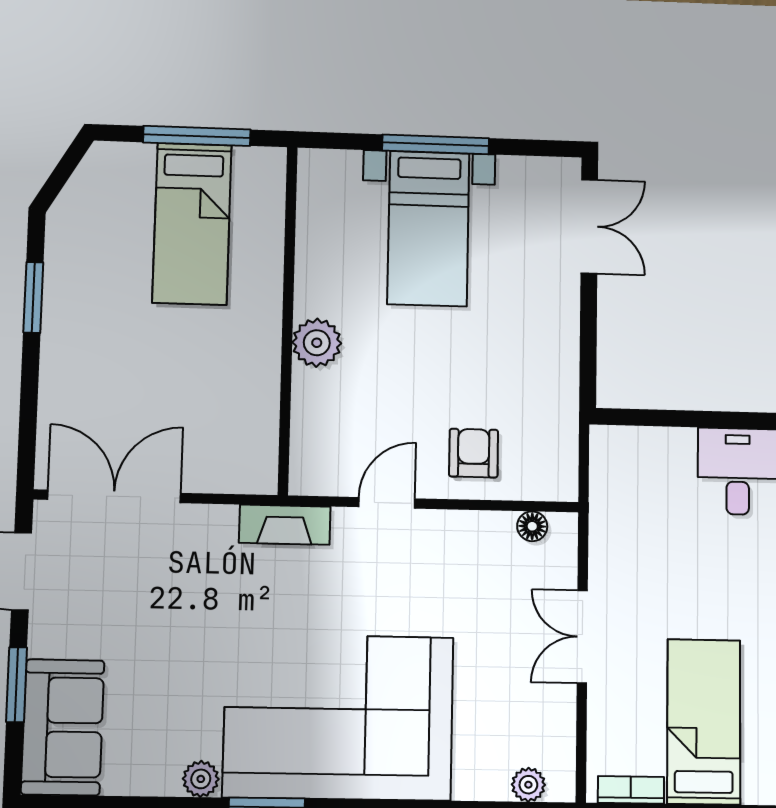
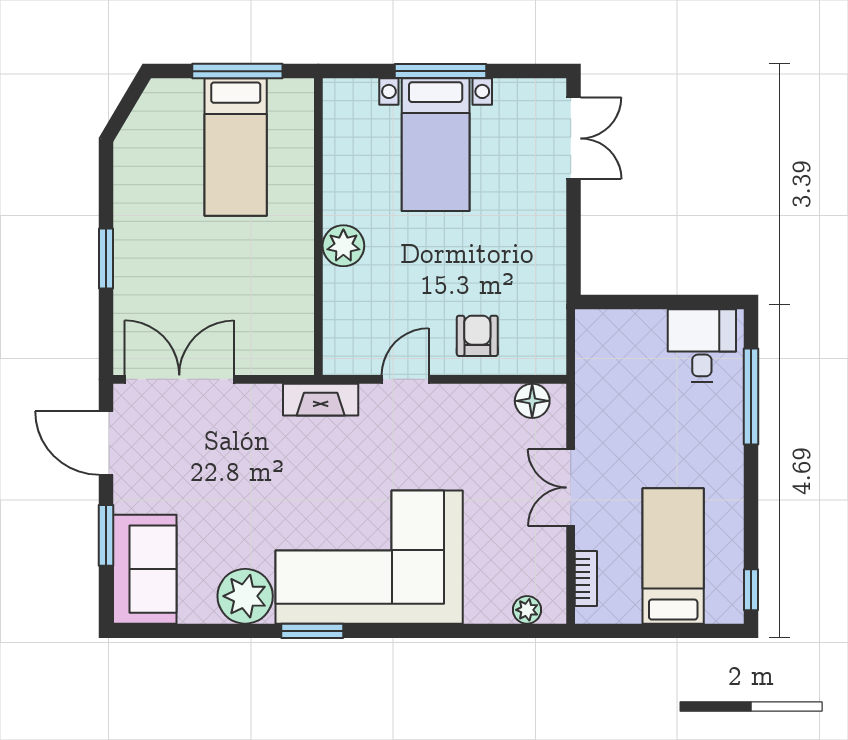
window: (33, 297) -> (106, 259), moved
floor lamp: (532, 526) -> (532, 401), width x1.37, depth x1.37
plant: (201, 779) -> (245, 596), width x1.88, depth x1.88
bookcase: (631, 790) -> (586, 578), moved, turned 90

